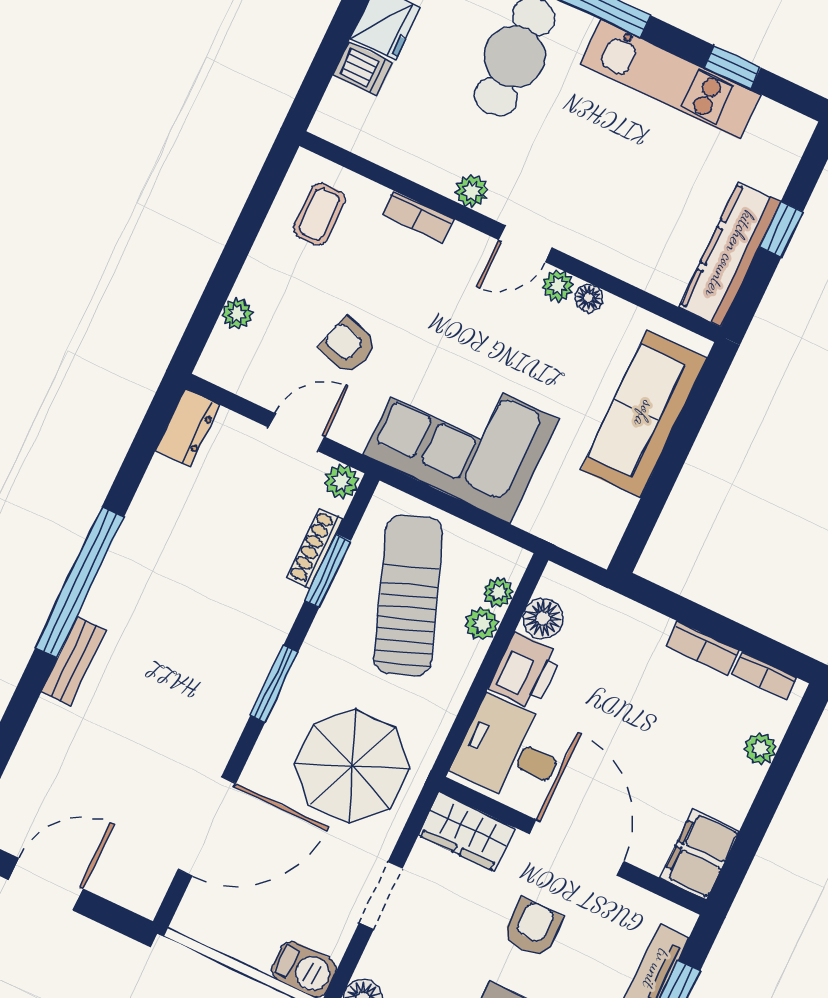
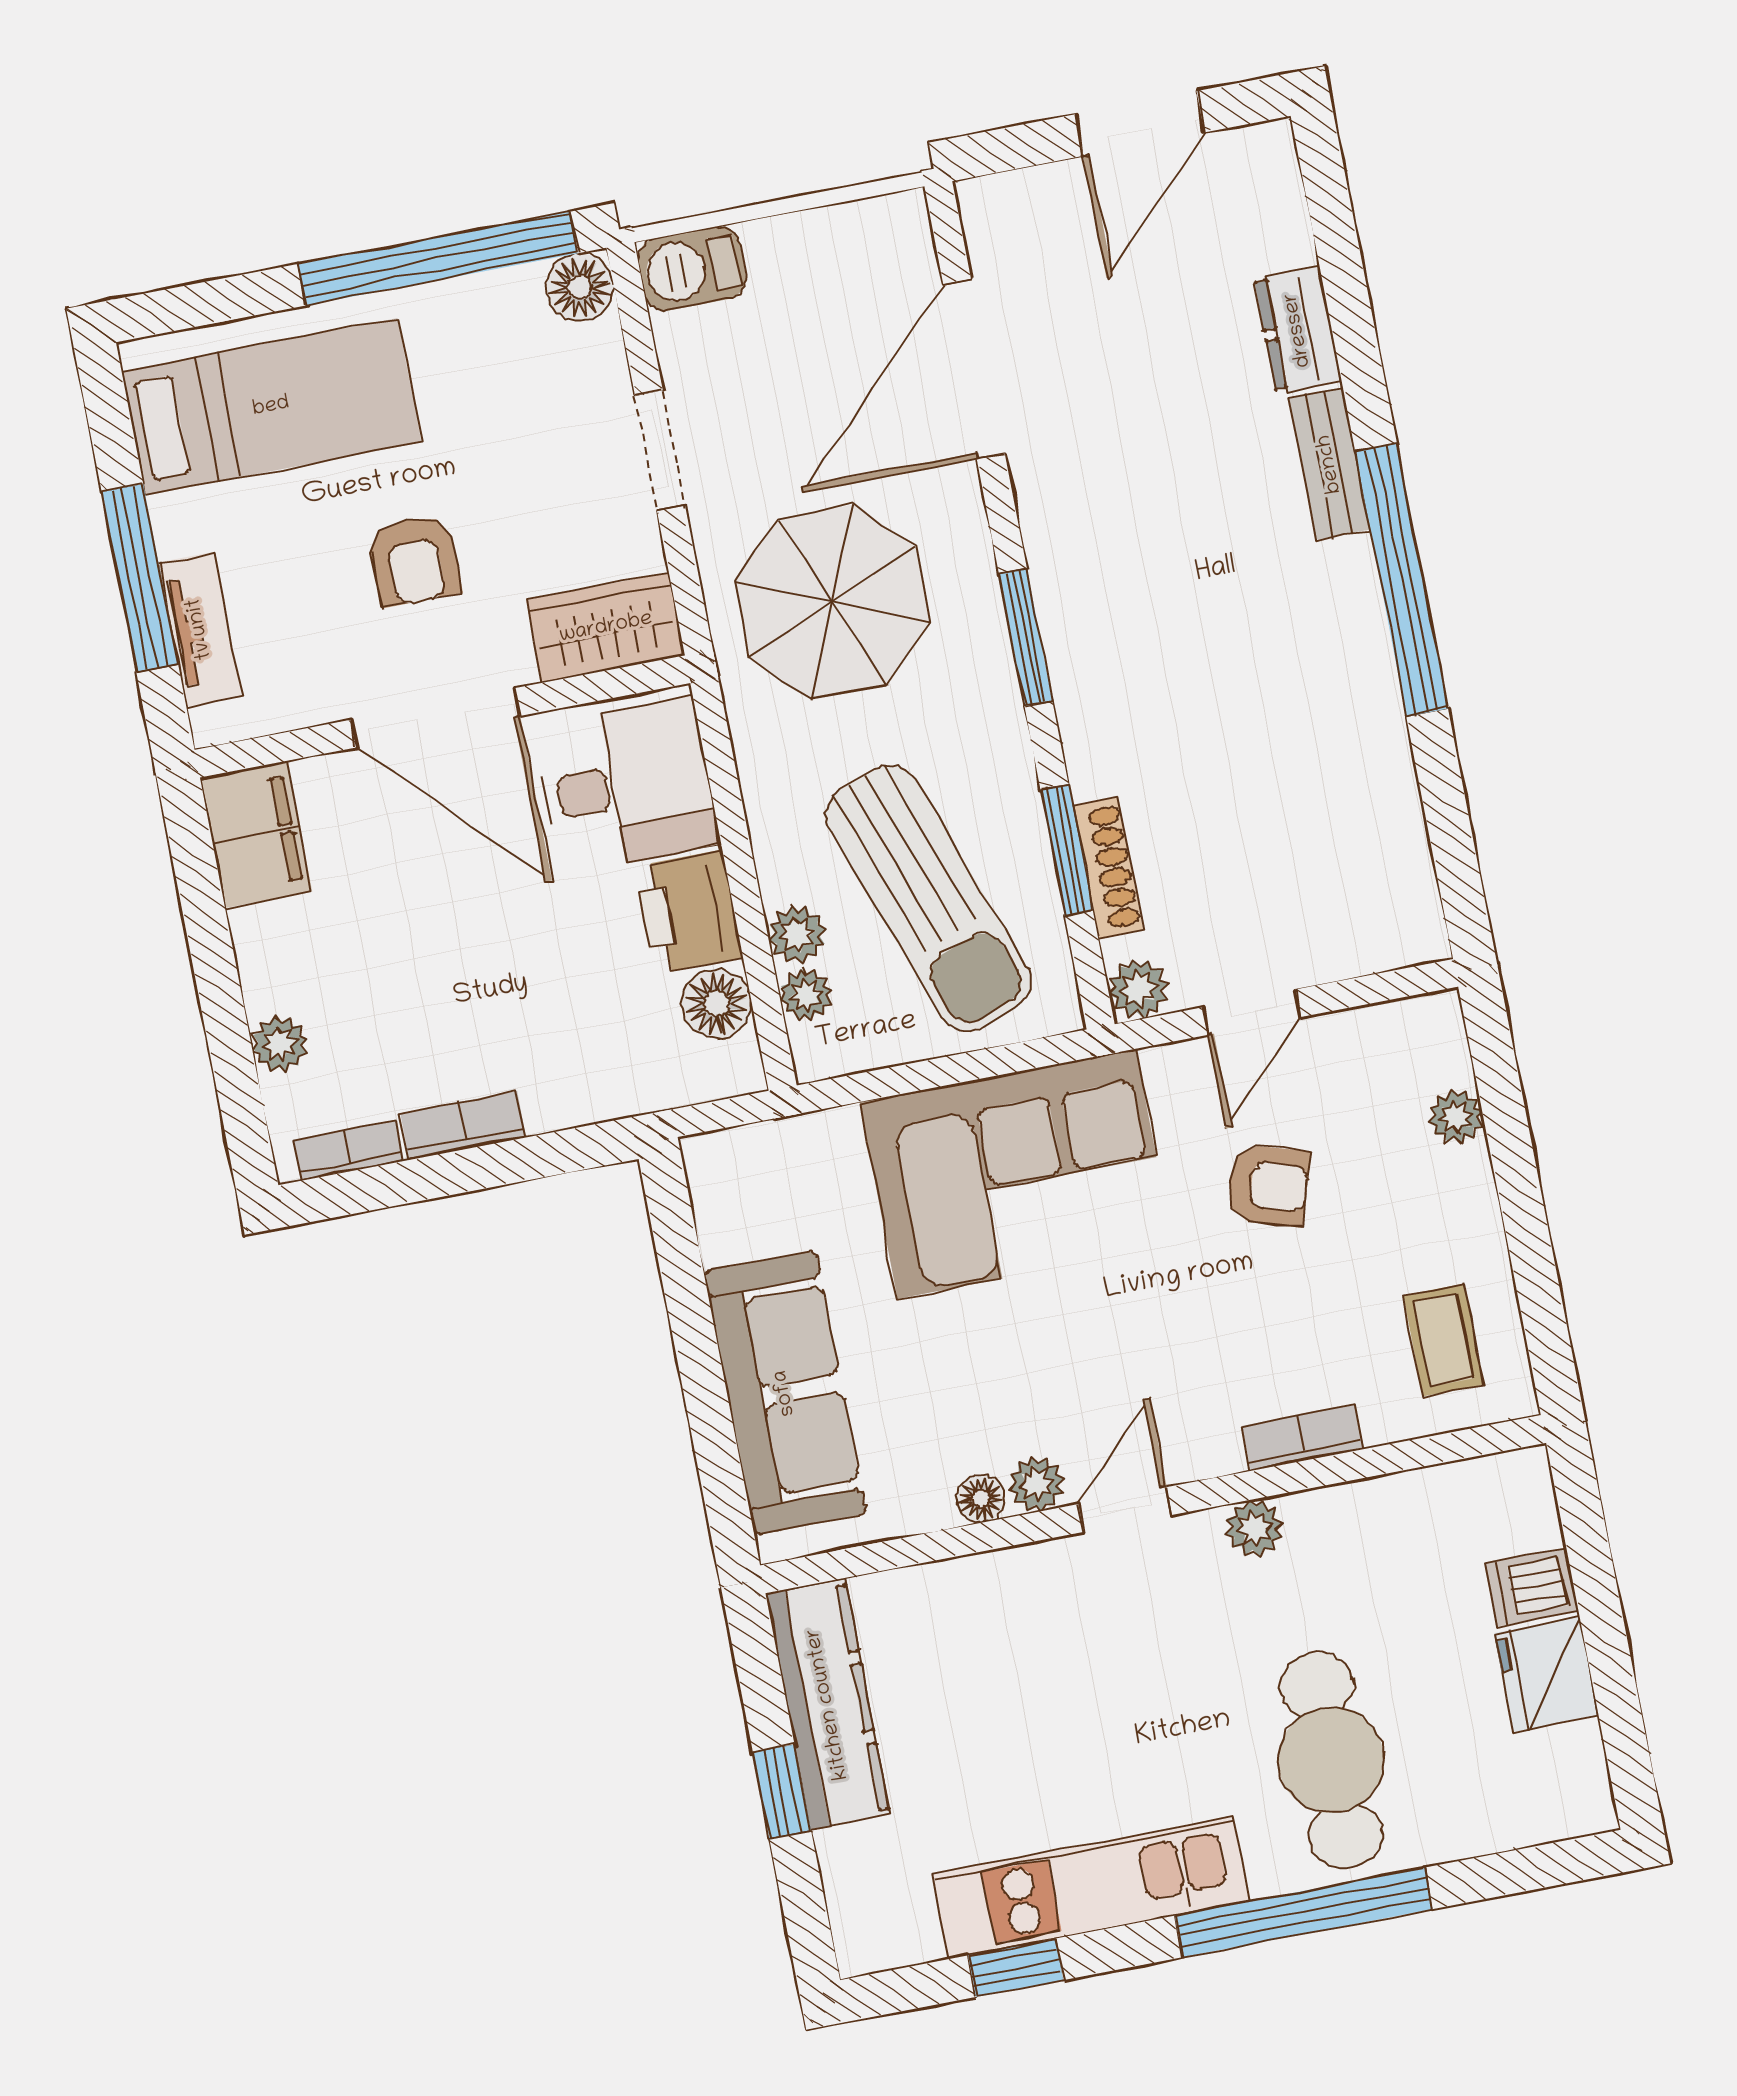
dresser: (188, 428) -> (1298, 330), moved

